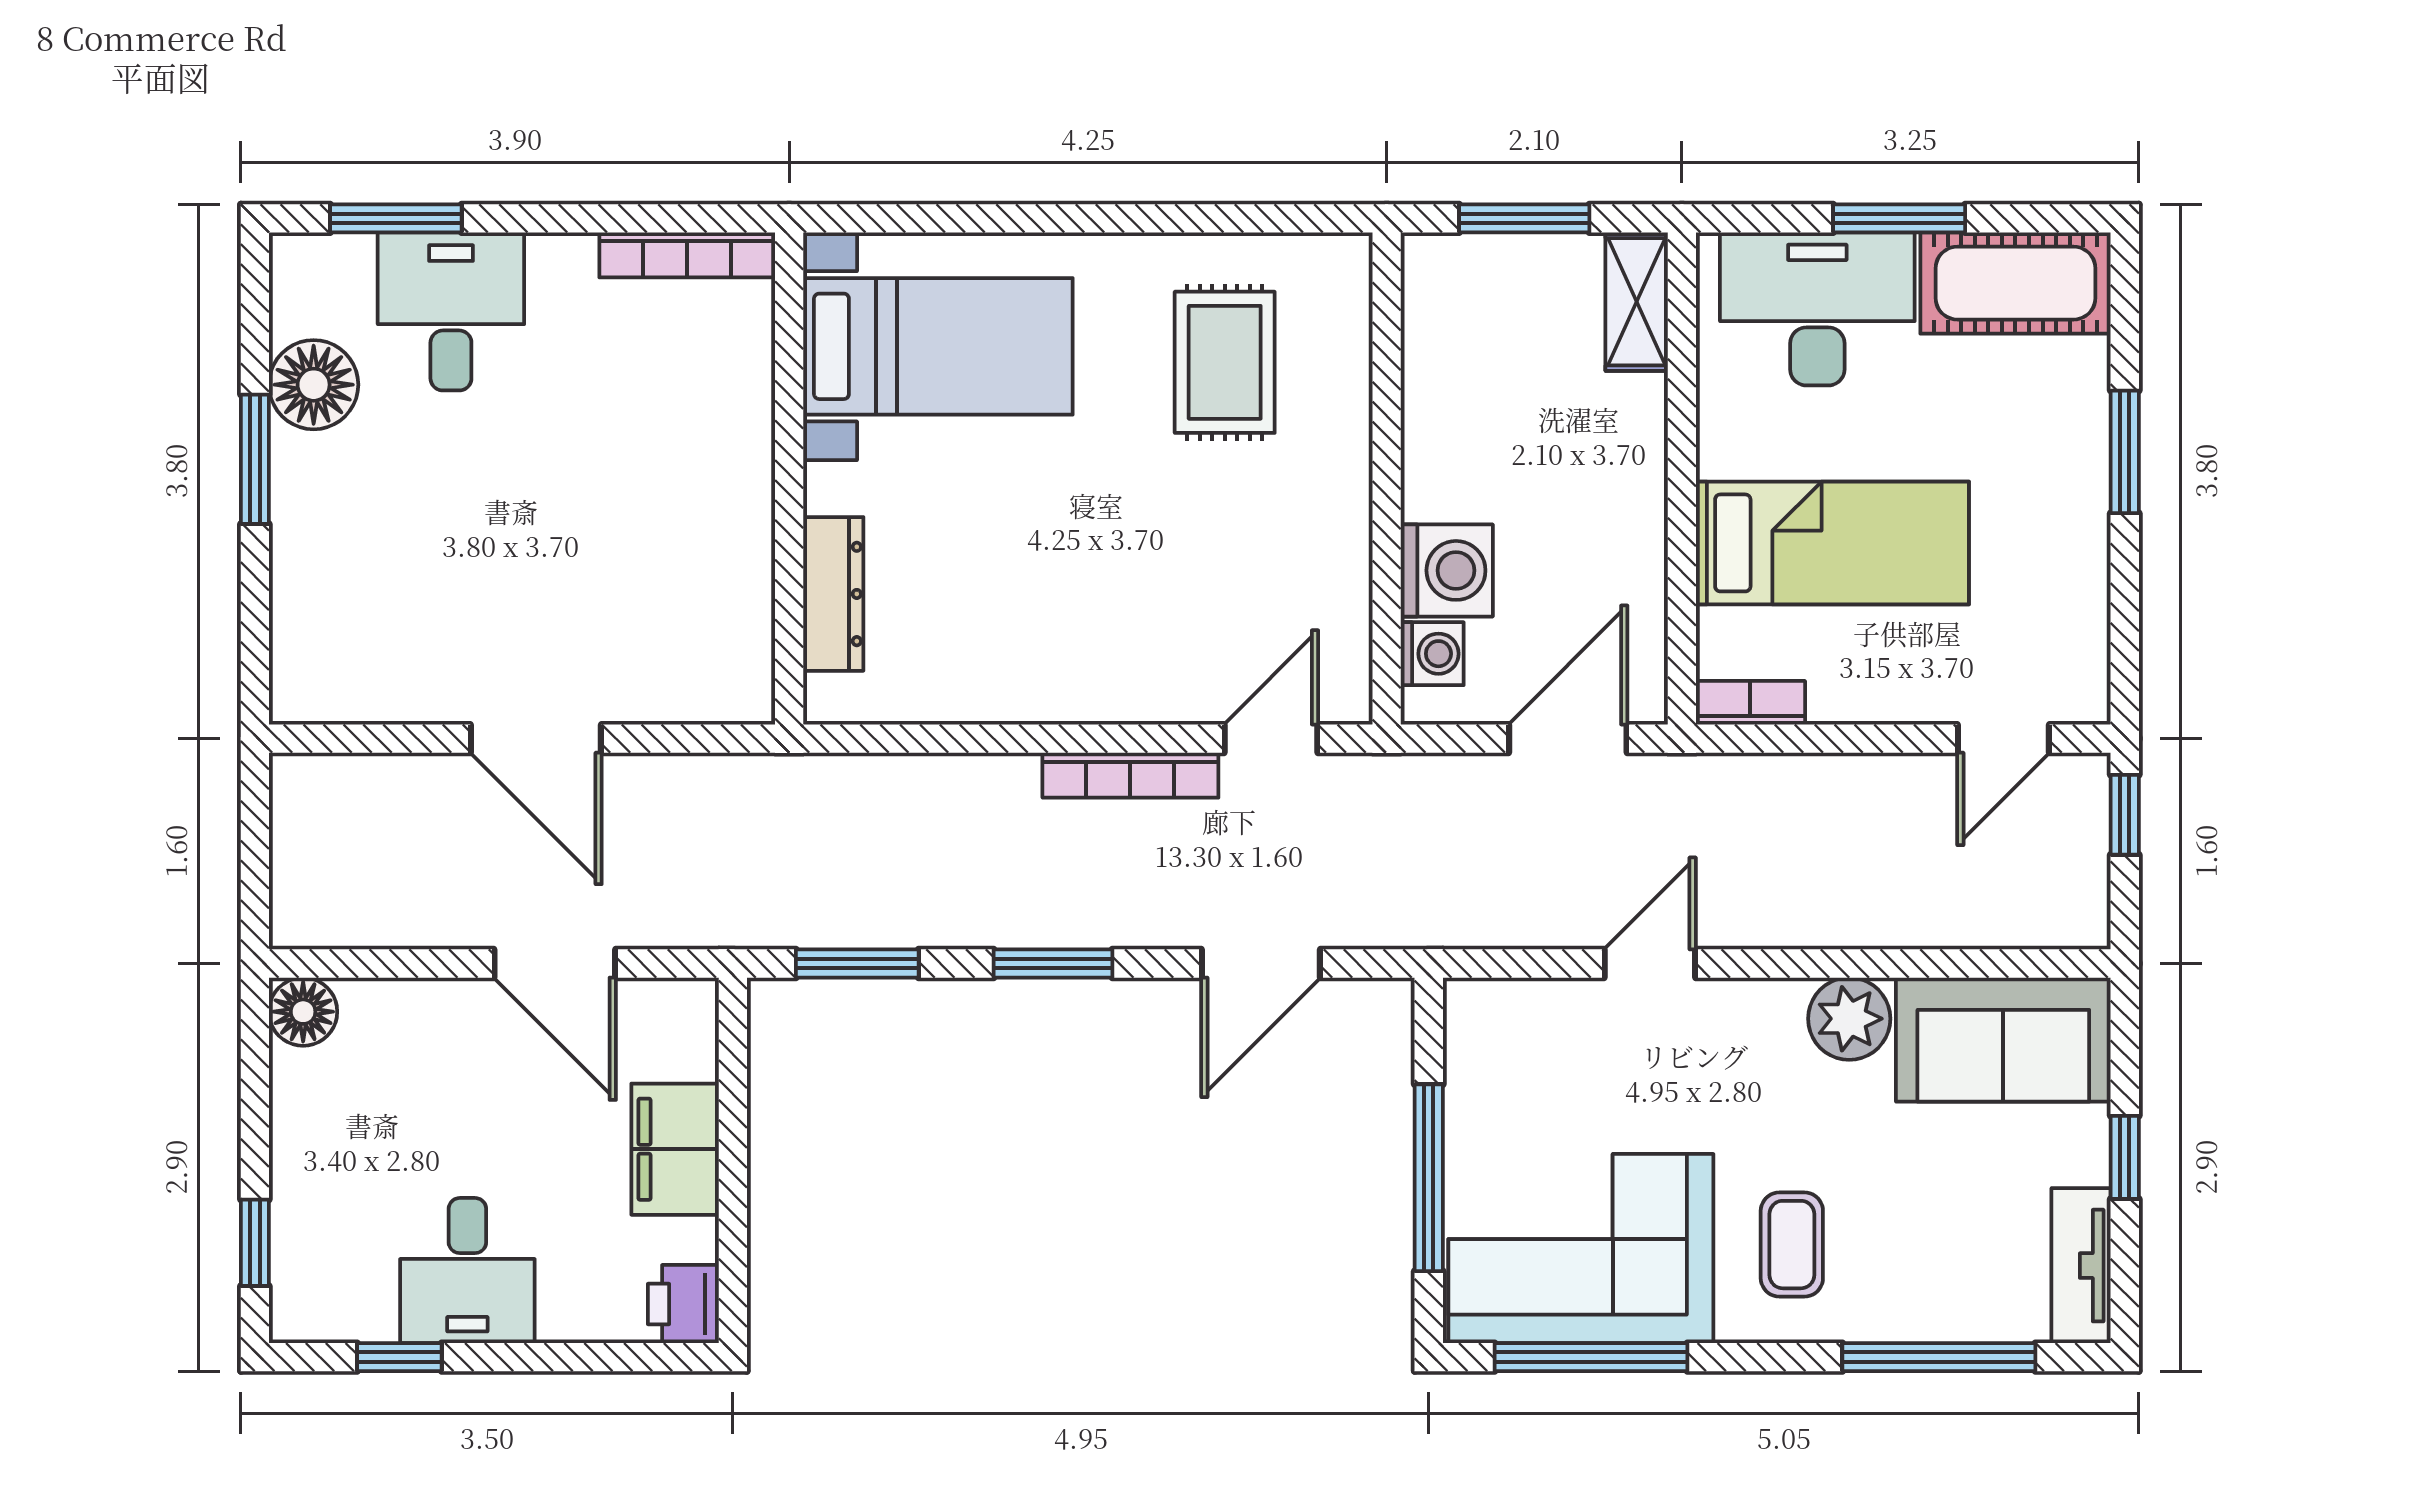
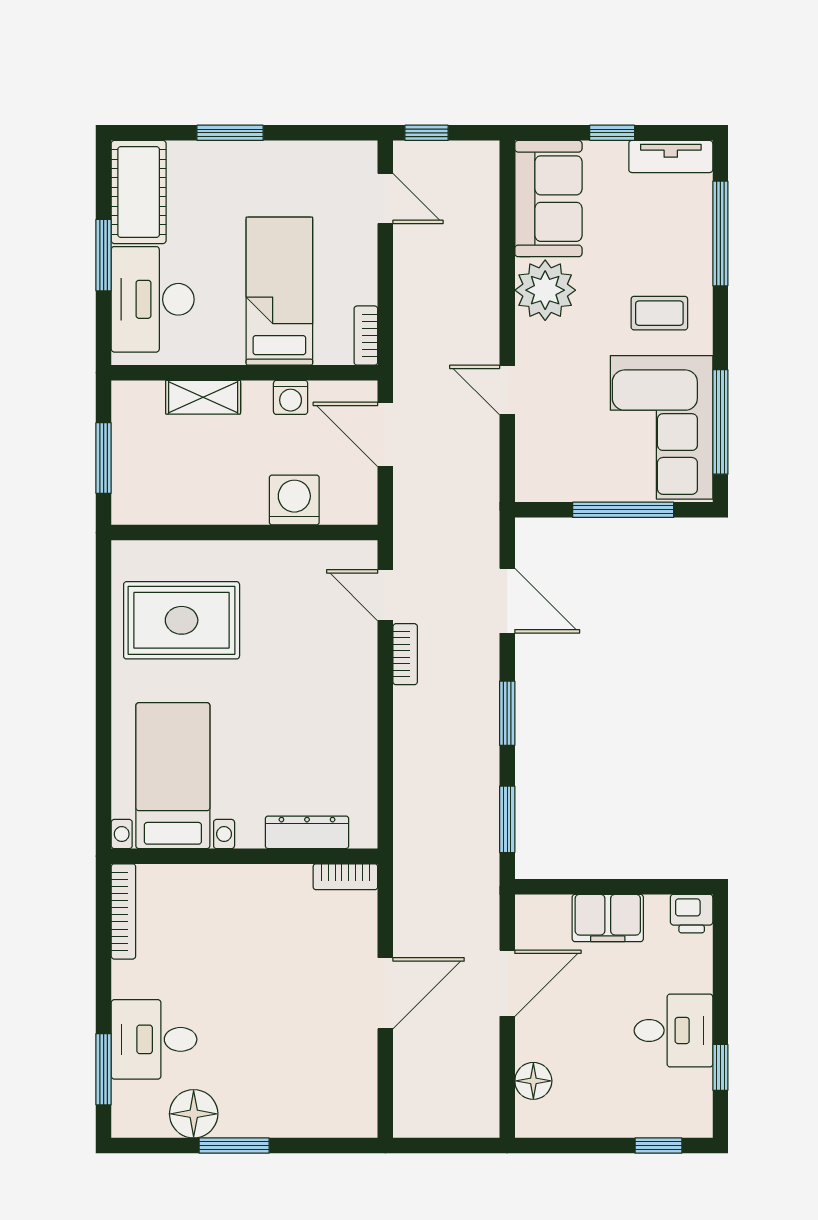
shelving: (1637, 302) -> (203, 397), moved
rug: (1225, 362) -> (182, 620), width x1.36, depth x1.43
washing machine: (1432, 654) -> (291, 397), moved, turned 180
bookcase: (751, 665) -> (345, 877), added
bookcase: (1130, 775) -> (405, 654), width x0.64
floor lamp: (303, 1012) -> (533, 1081), moved
plant: (1849, 1019) -> (545, 290), width x1.36, depth x1.36

